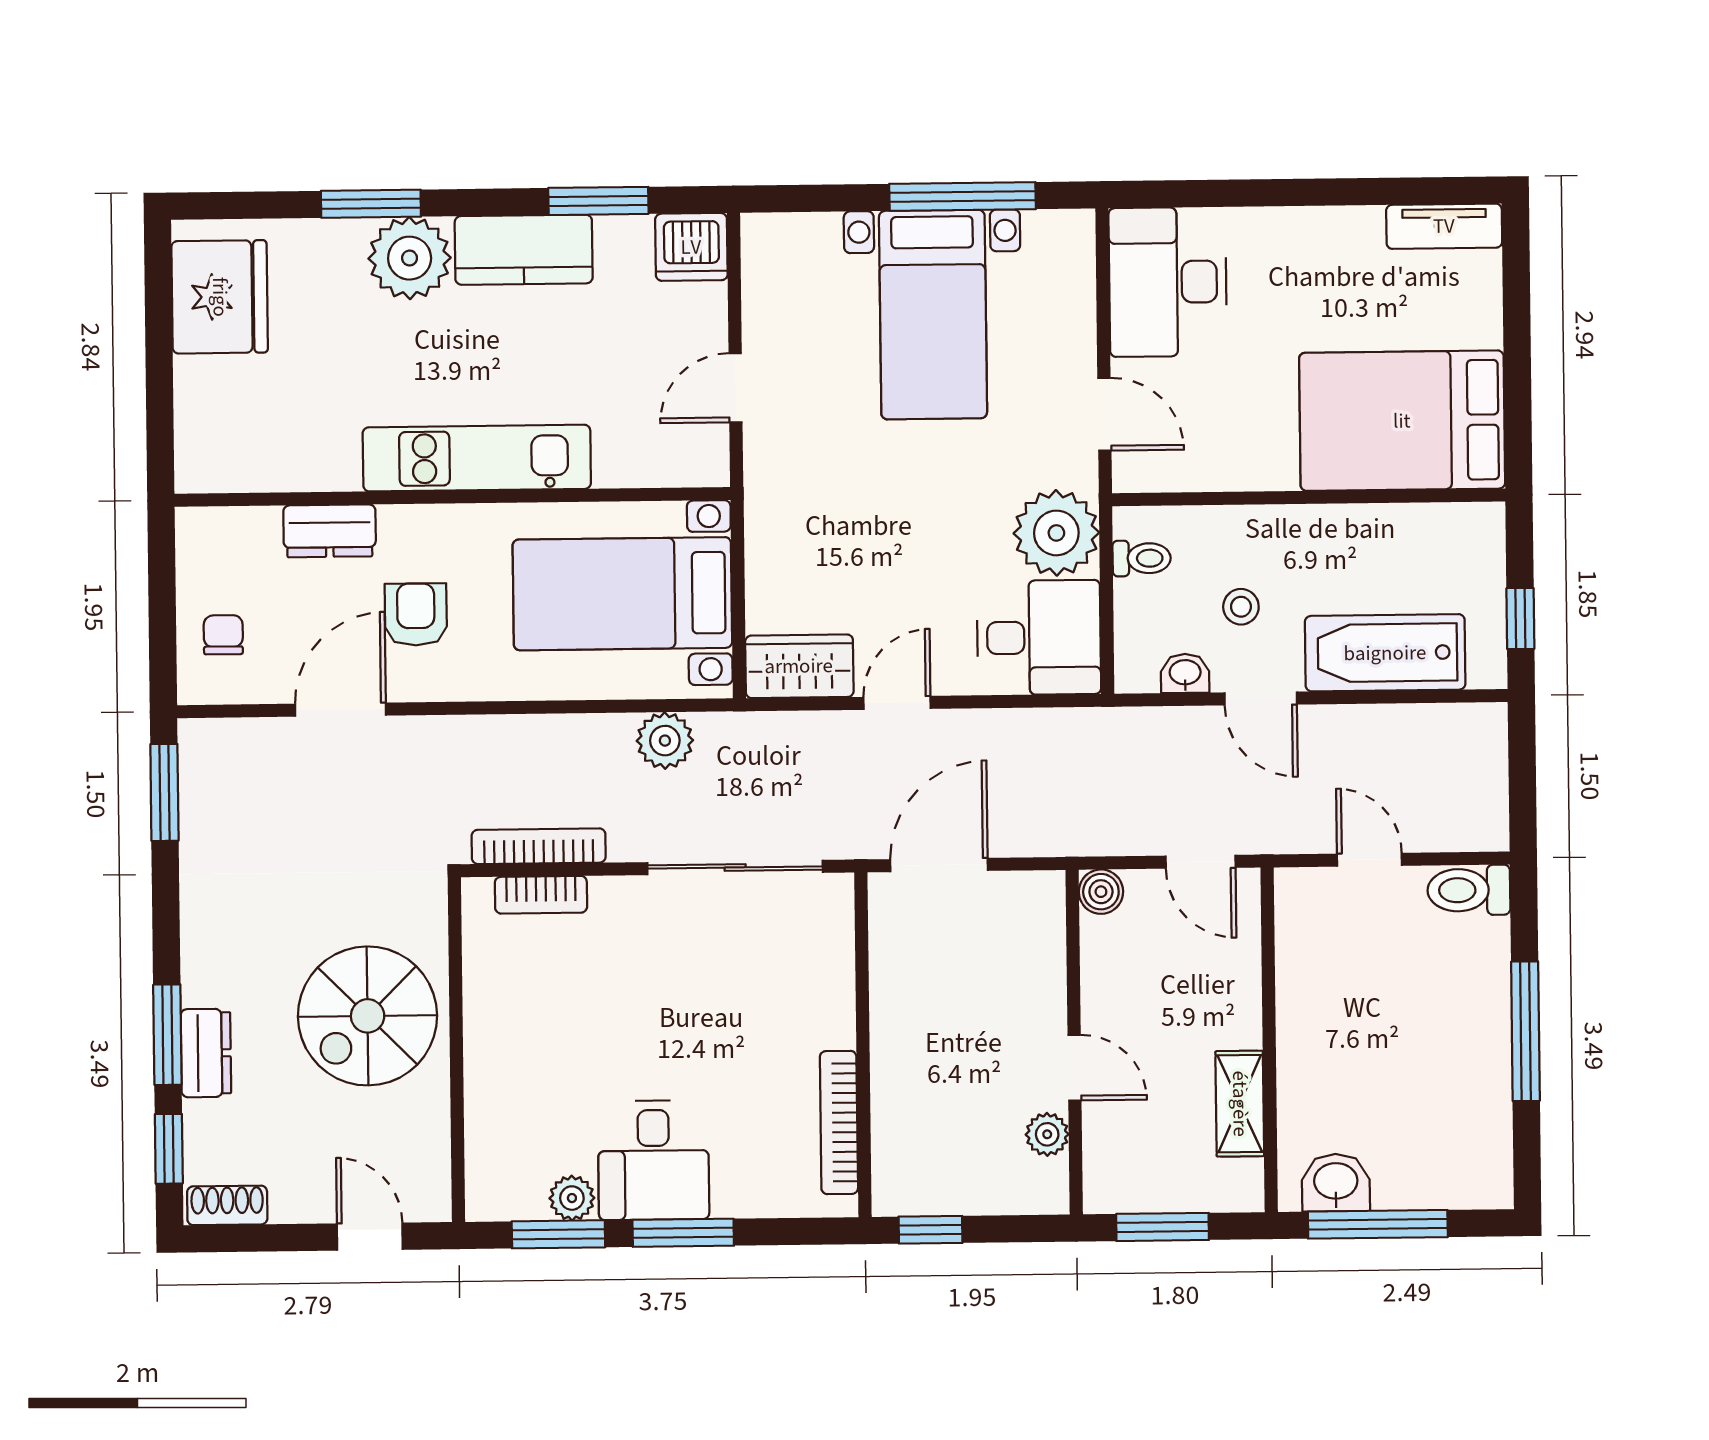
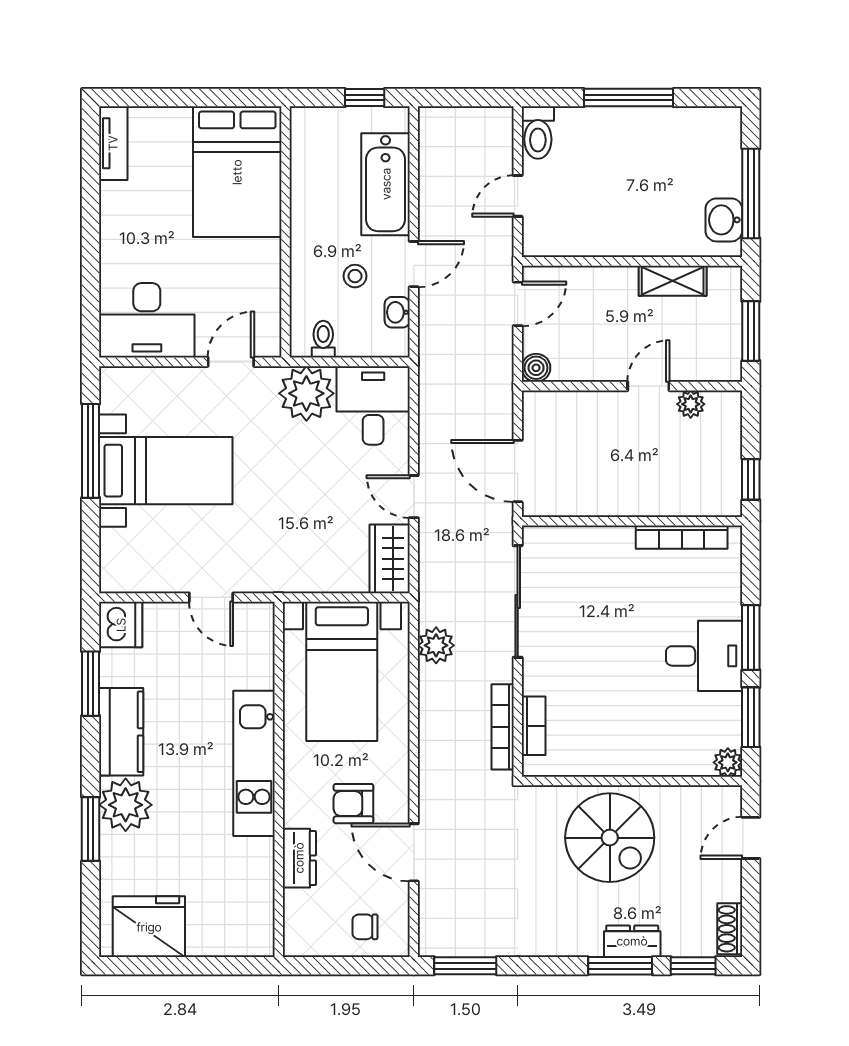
plant: (572, 1198) -> (728, 762), moved

